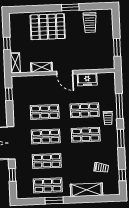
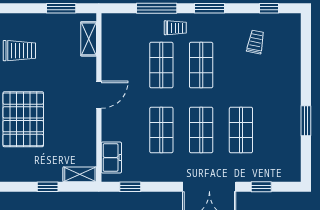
shelving: (41, 67) -> (89, 39), moved
freezer: (87, 79) -> (111, 158), moved
shop shelf: (48, 185) -> (281, 130), removed
shelving: (86, 190) -> (291, 67), removed

